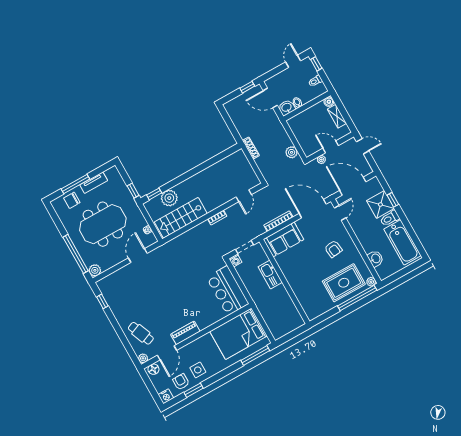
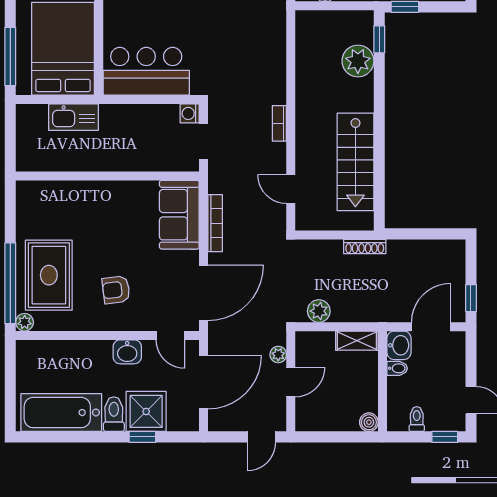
shelving: (337, 116) -> (357, 341), moved
stairs: (181, 218) -> (355, 162), moved, turned 180
washbasin: (376, 259) -> (127, 352), moved
kitchen sink: (270, 275) -> (74, 117), moved, turned 180

